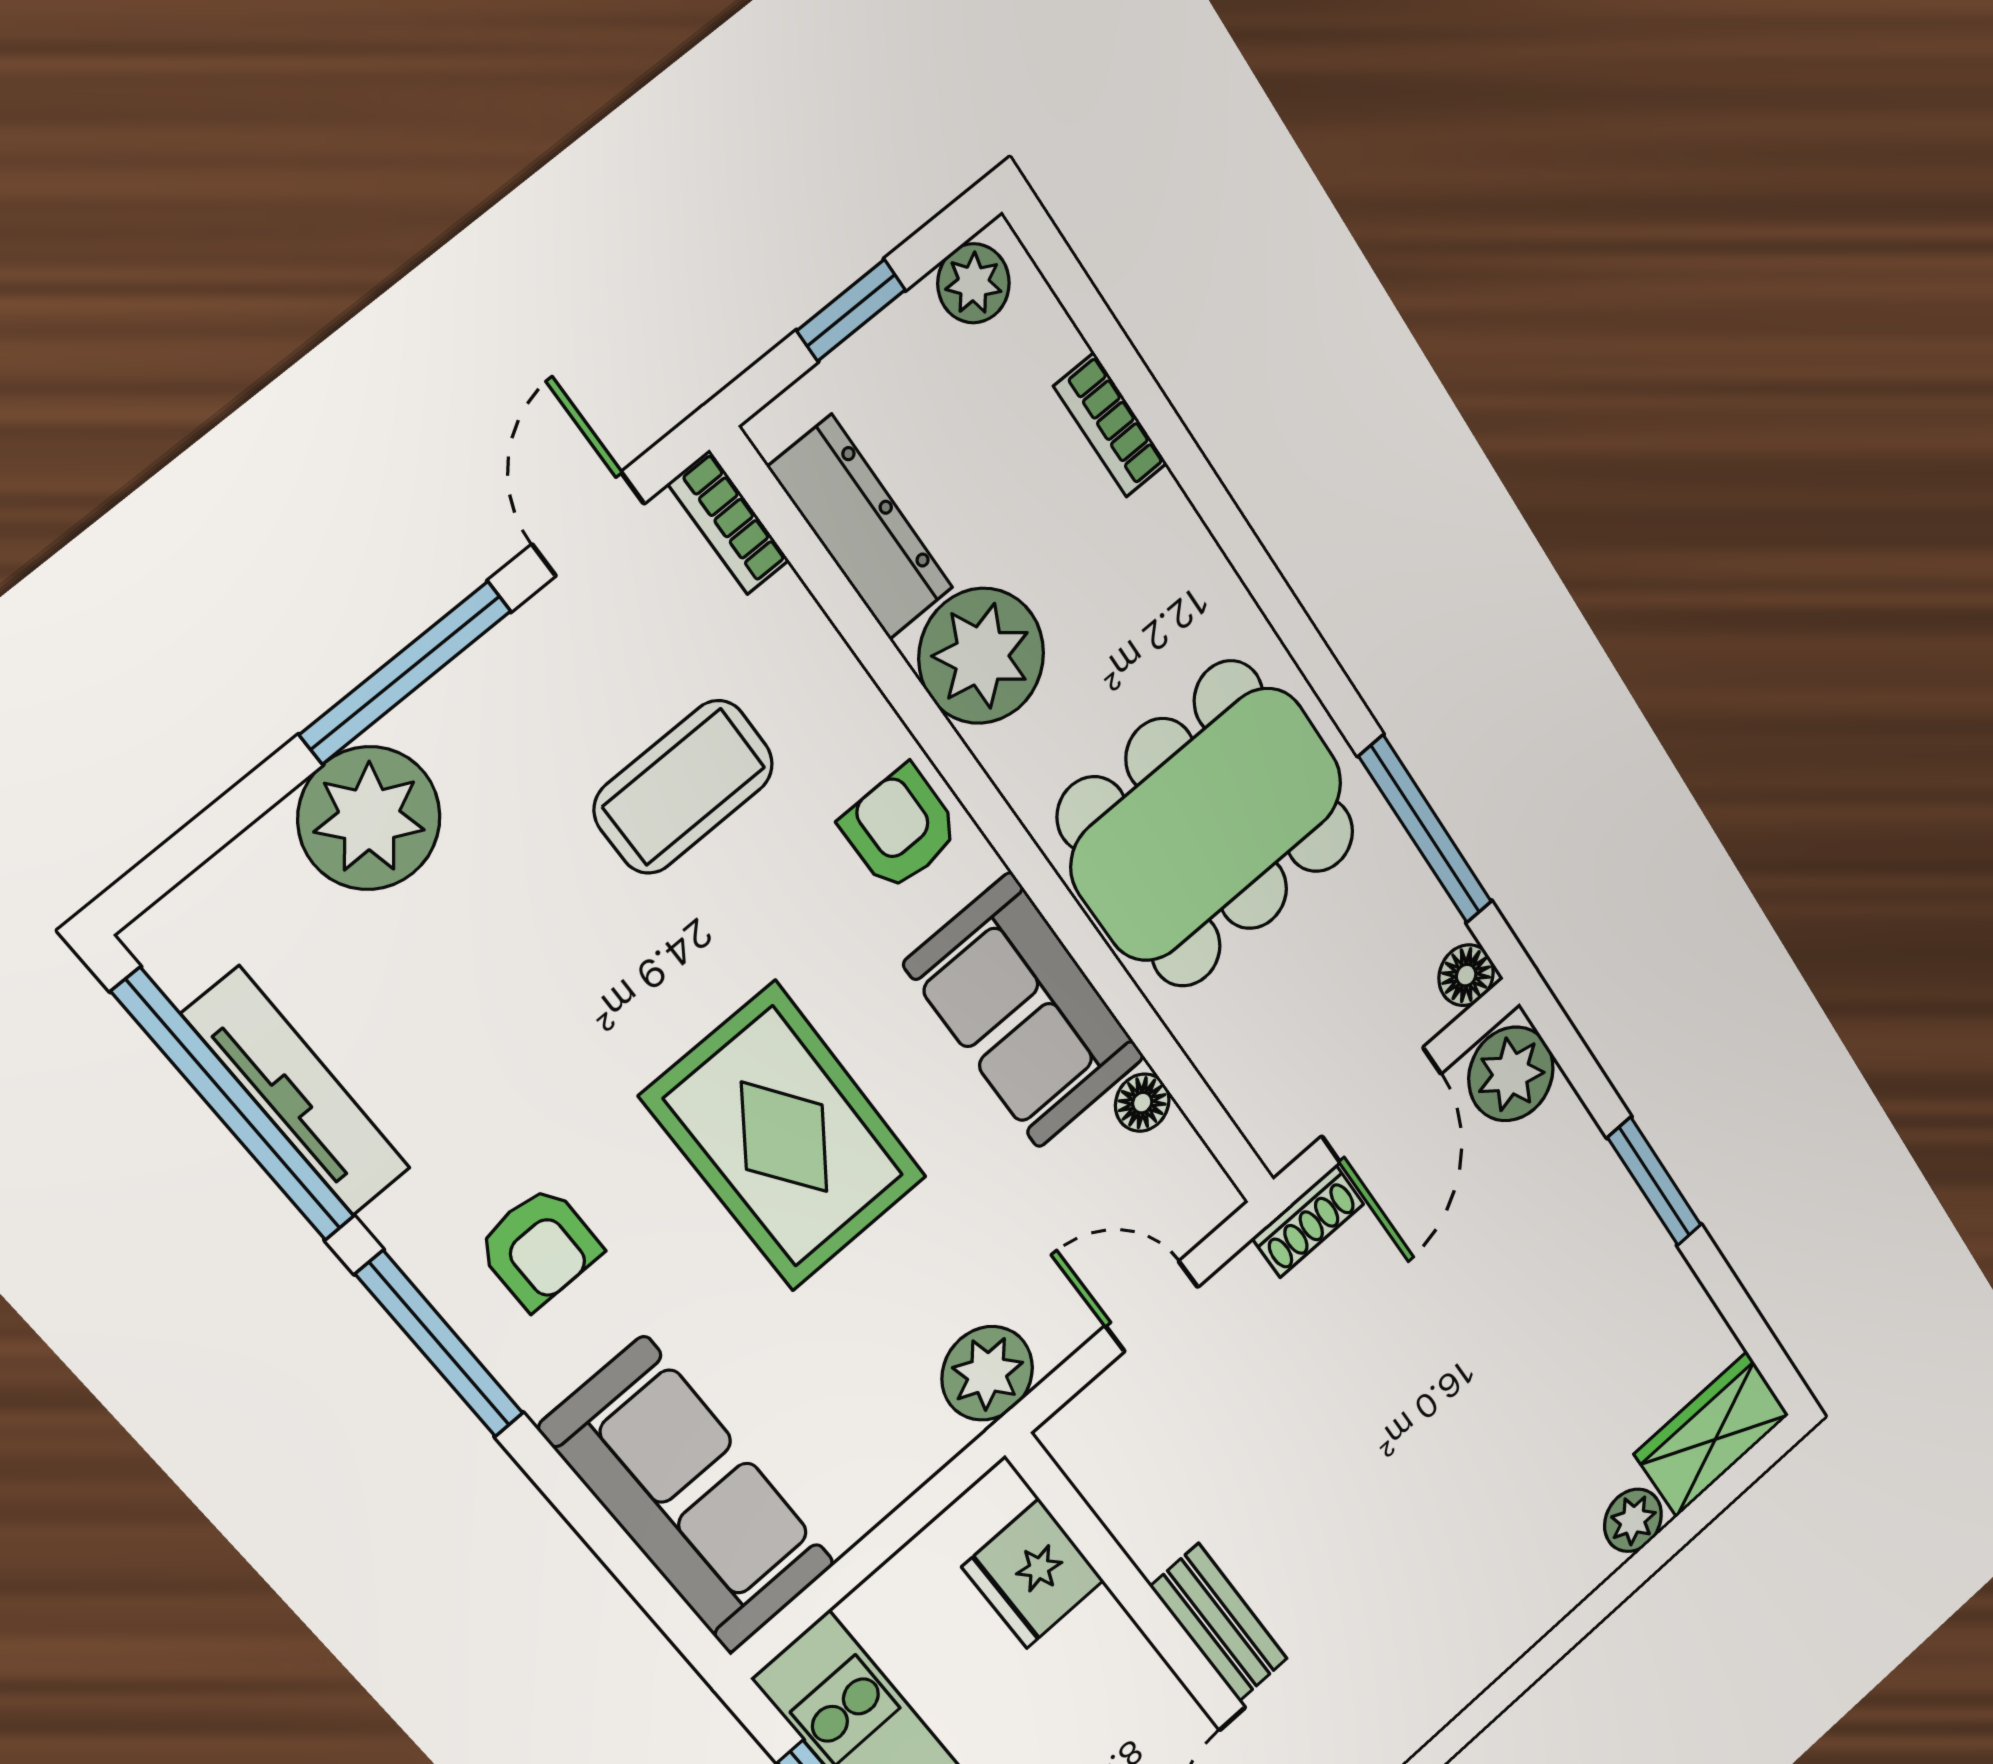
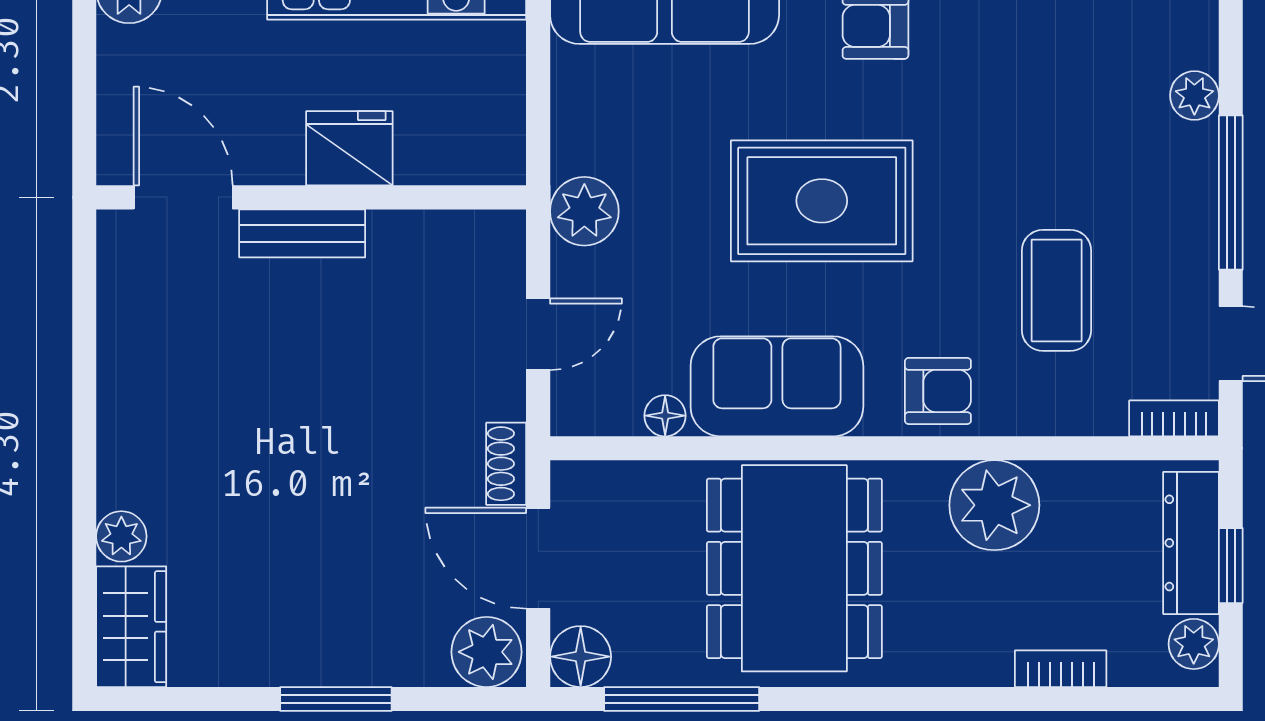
dresser: (861, 528) -> (1191, 543), moved, turned 90
plant: (369, 818) -> (1194, 96), width x0.53, depth x0.53
floor lamp: (1466, 975) -> (581, 657), width x1.37, depth x1.37
fridge: (1033, 1574) -> (349, 148), moved

